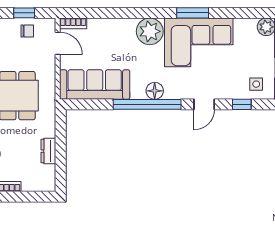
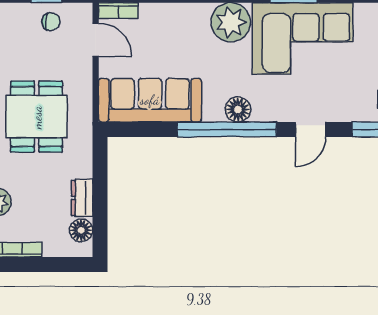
floor lamp: (48, 173) -> (81, 230), added

